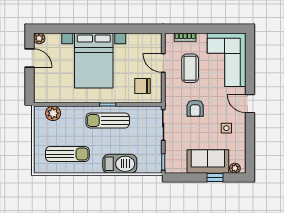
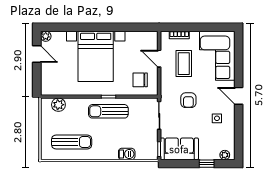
sofa: (208, 162) -> (179, 149), moved
barbecue: (120, 164) -> (127, 154), width x0.53, depth x0.65

